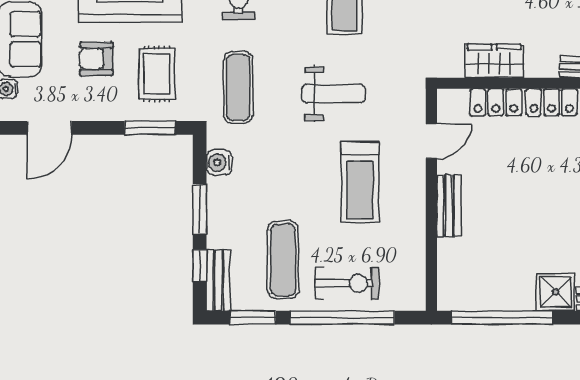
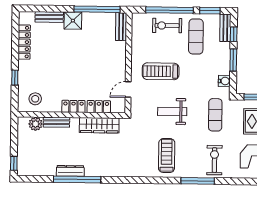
wardrobe: (494, 61) -> (99, 125), width x1.50
treadmill: (360, 182) -> (161, 71), turned -90
bench: (449, 206) -> (121, 27), moved

